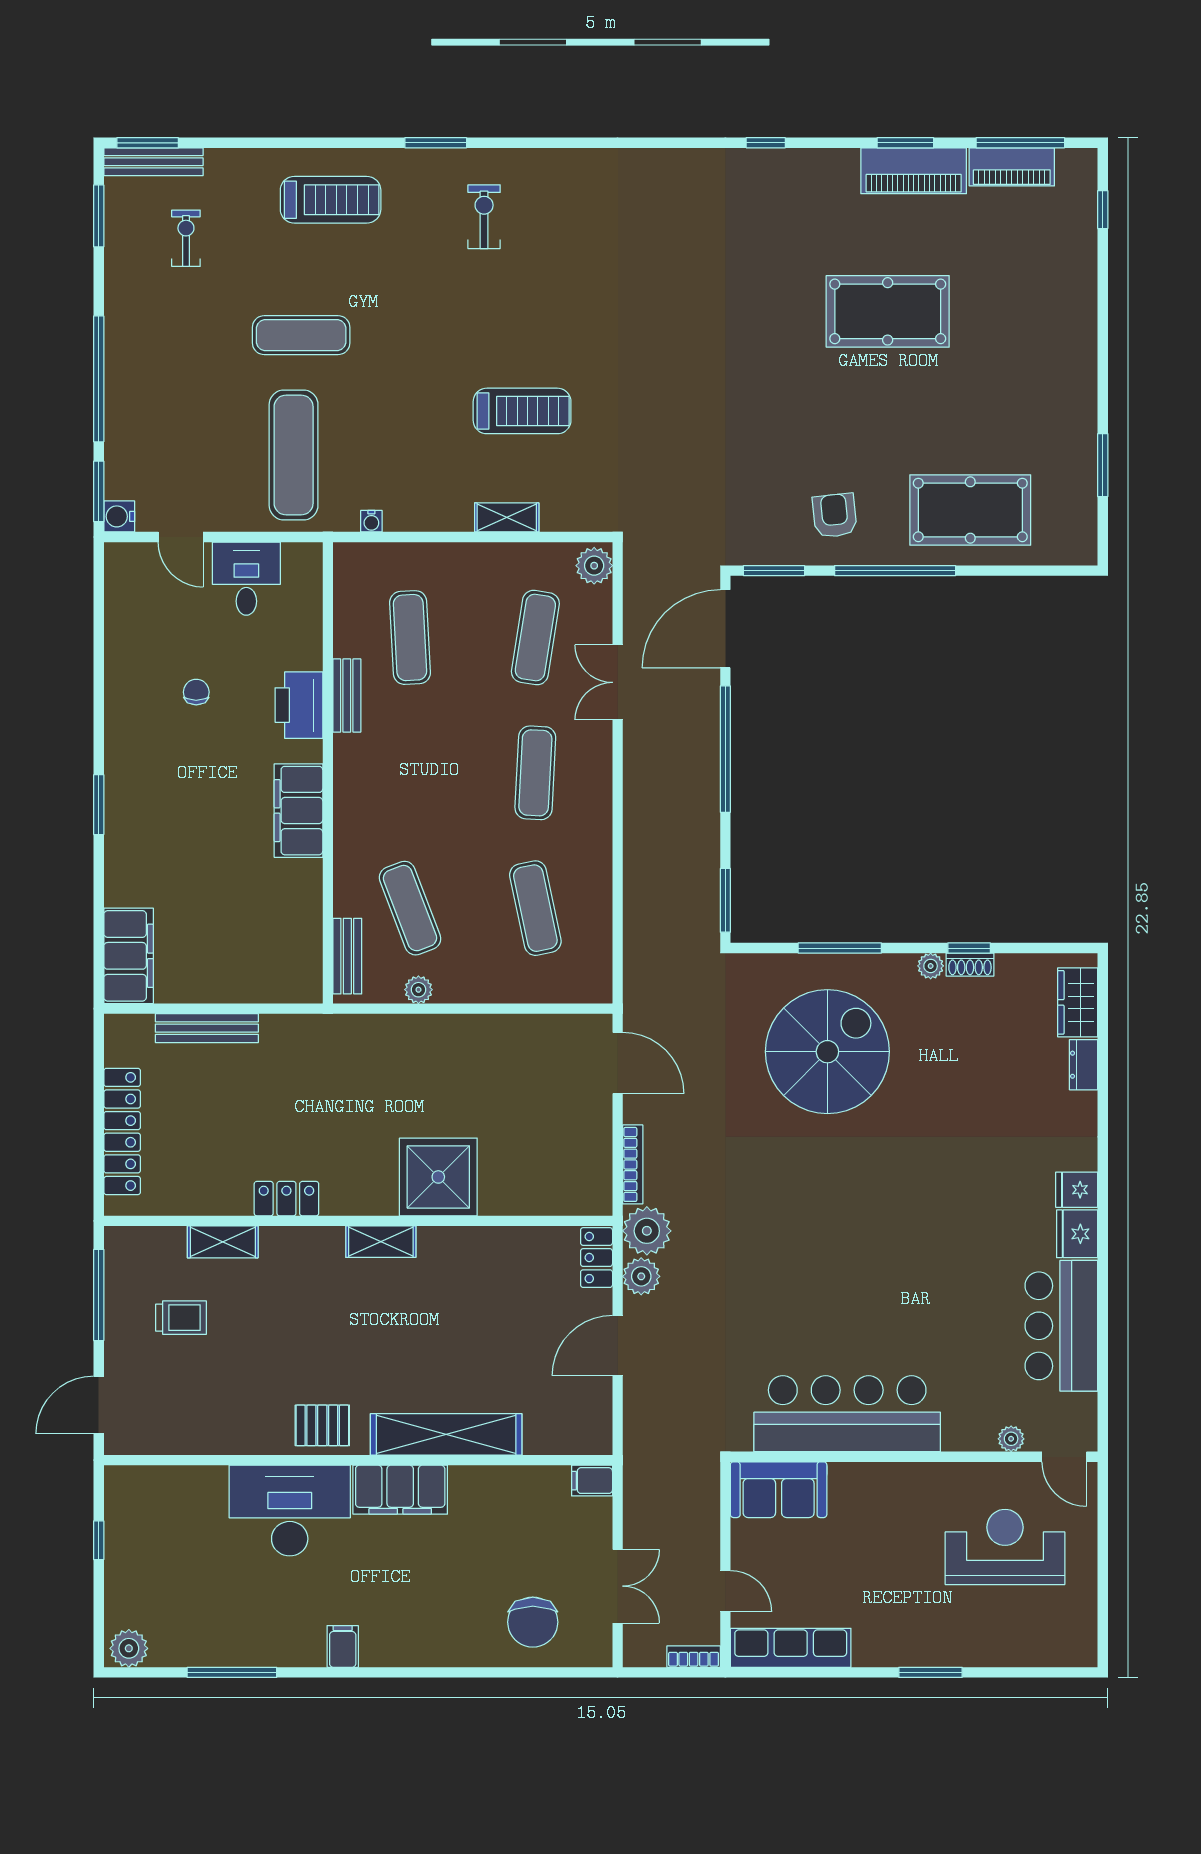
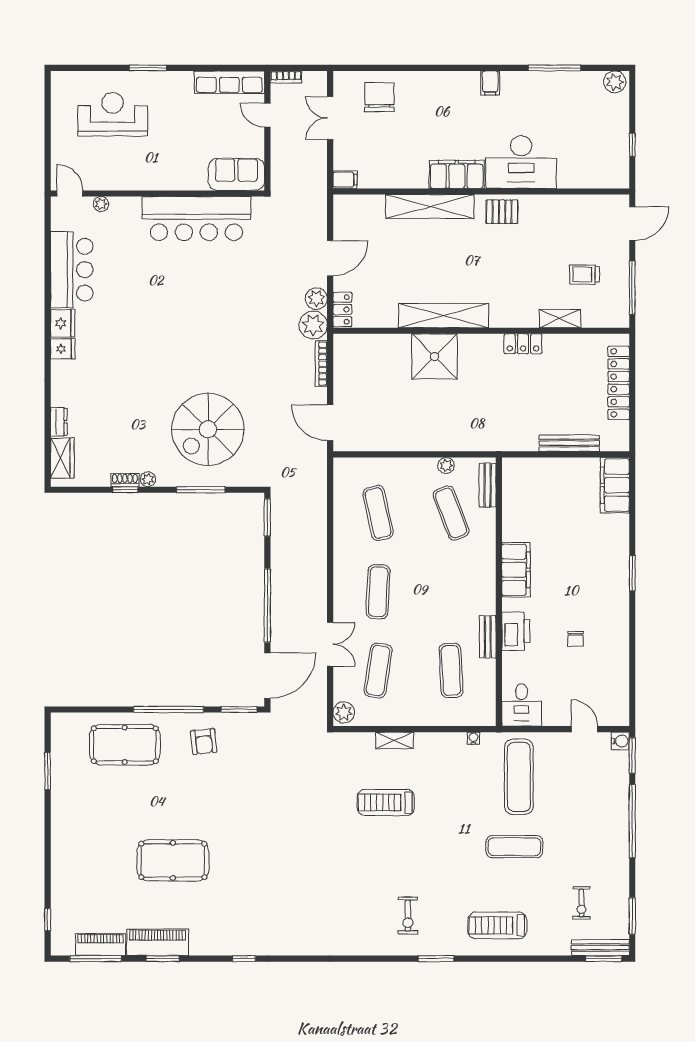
desk: (246, 579) -> (522, 705), moved
shelving: (381, 1242) -> (444, 316), width x2.20, depth x1.33
reception desk: (1005, 1547) -> (113, 114), moved, turned 180

